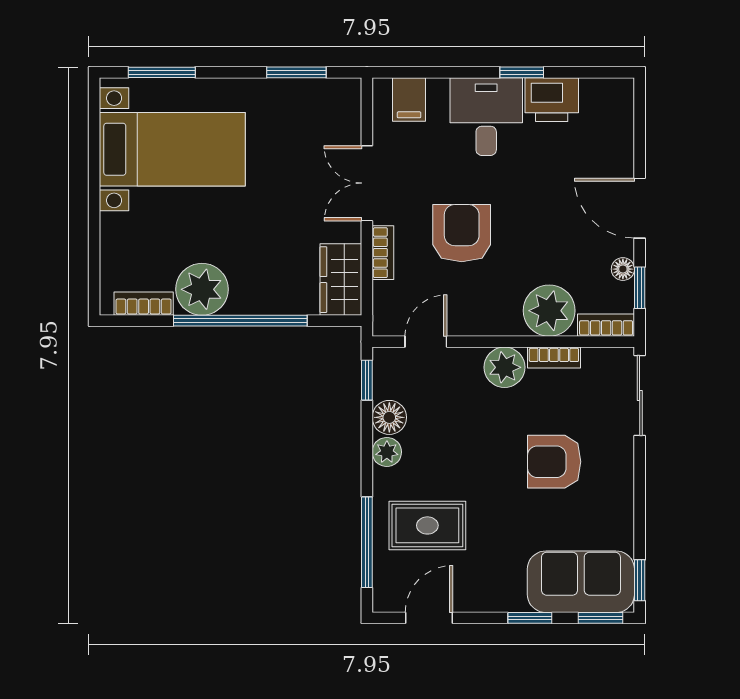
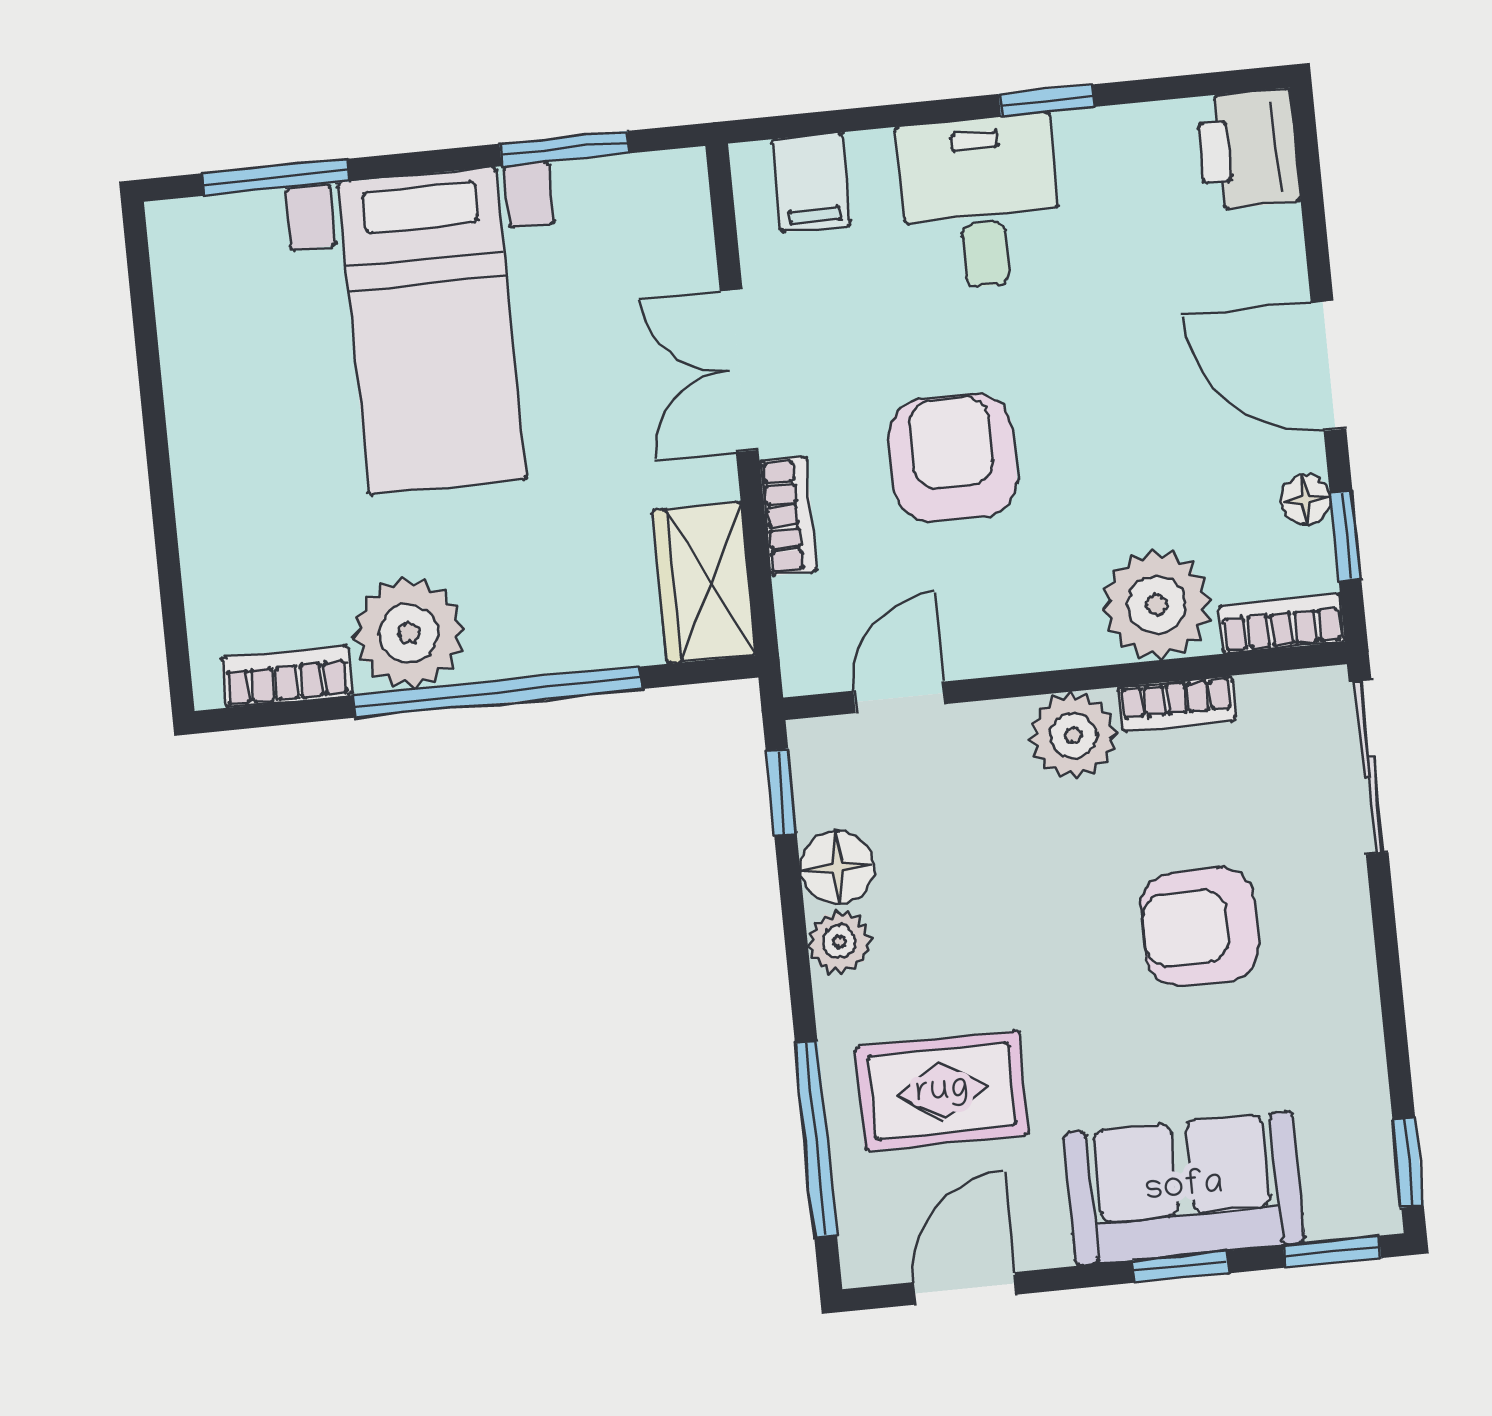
printer: (552, 100) -> (1248, 149), moved, turned 90
bed with nightstands: (172, 149) -> (432, 331), moved, turned 90
sofa: (581, 582) -> (1184, 1188), moved

